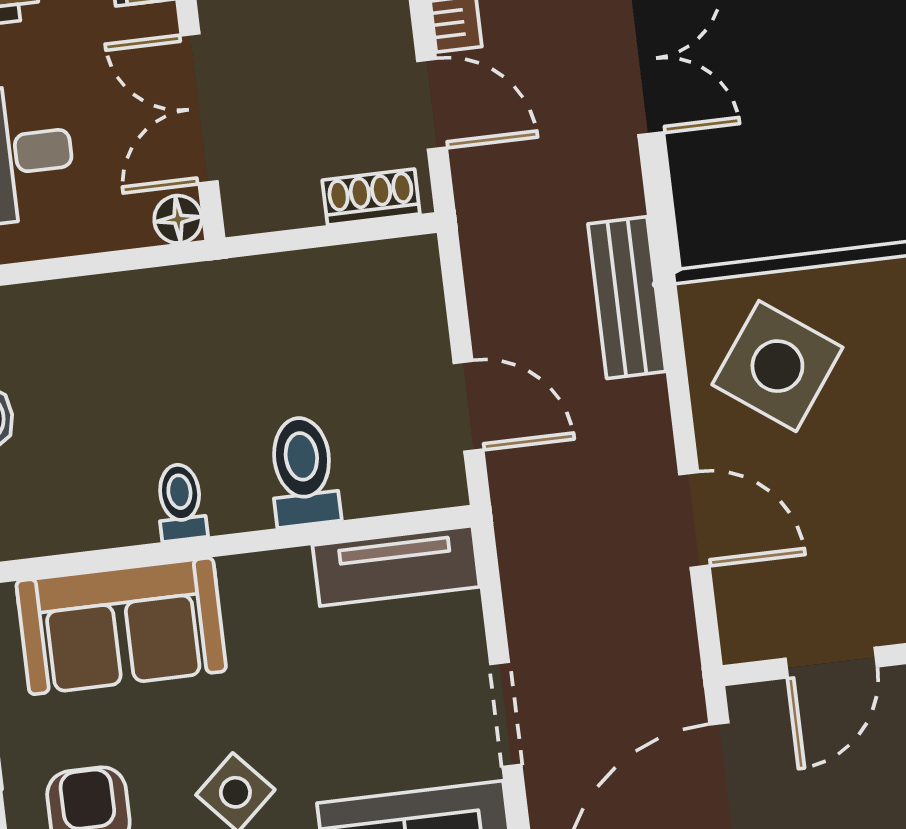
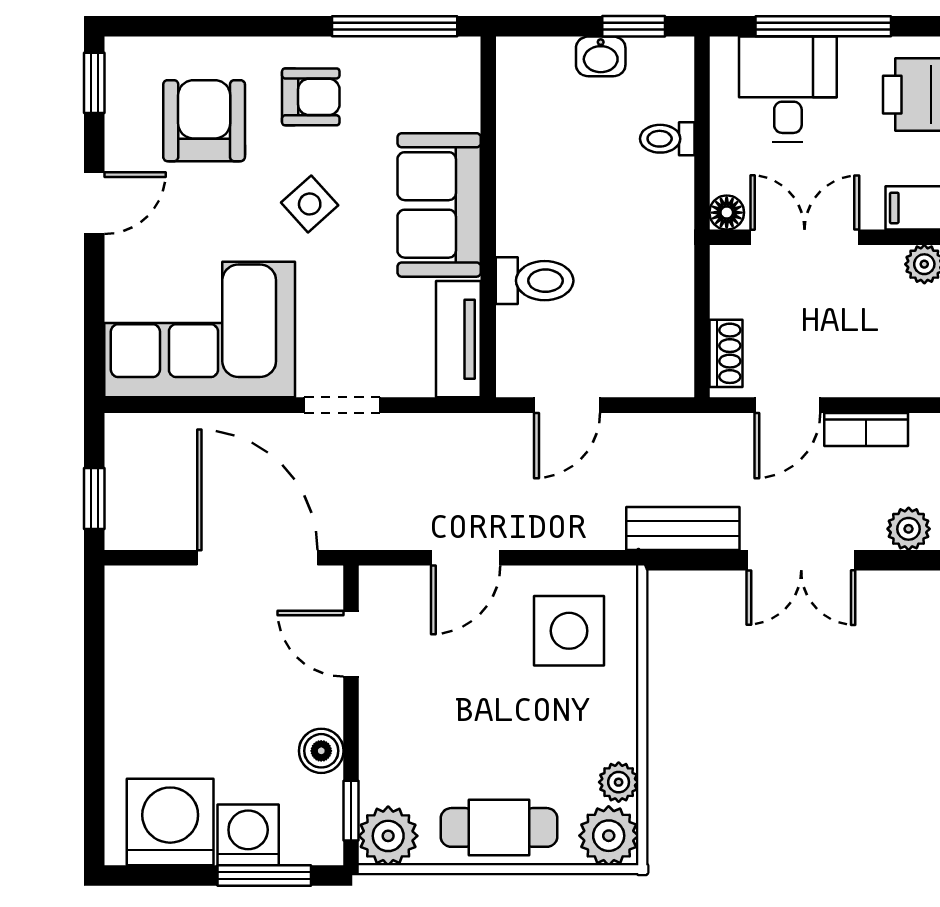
bench: (627, 298) -> (683, 528), moved
side table: (777, 366) -> (569, 631), turned -36
toilet: (181, 502) -> (667, 139), moved, turned 180
sofa: (121, 626) -> (439, 205), moved

